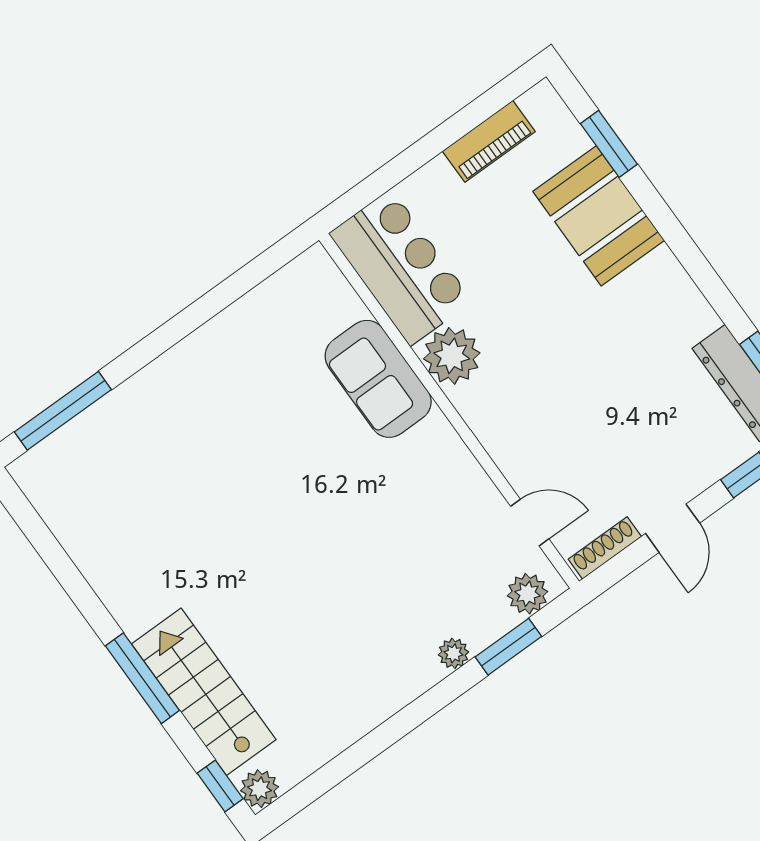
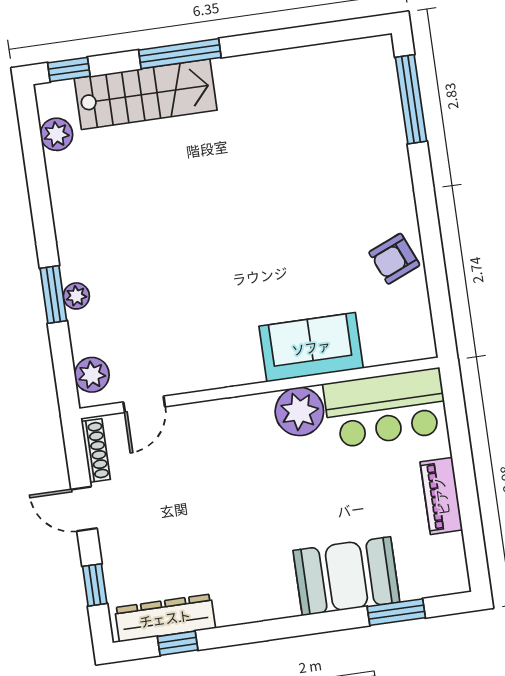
piano: (489, 141) -> (441, 496), moved
armchair: (239, 340) -> (394, 259), added
window: (508, 647) -> (53, 294), moved
plant: (260, 789) -> (56, 134), moved

